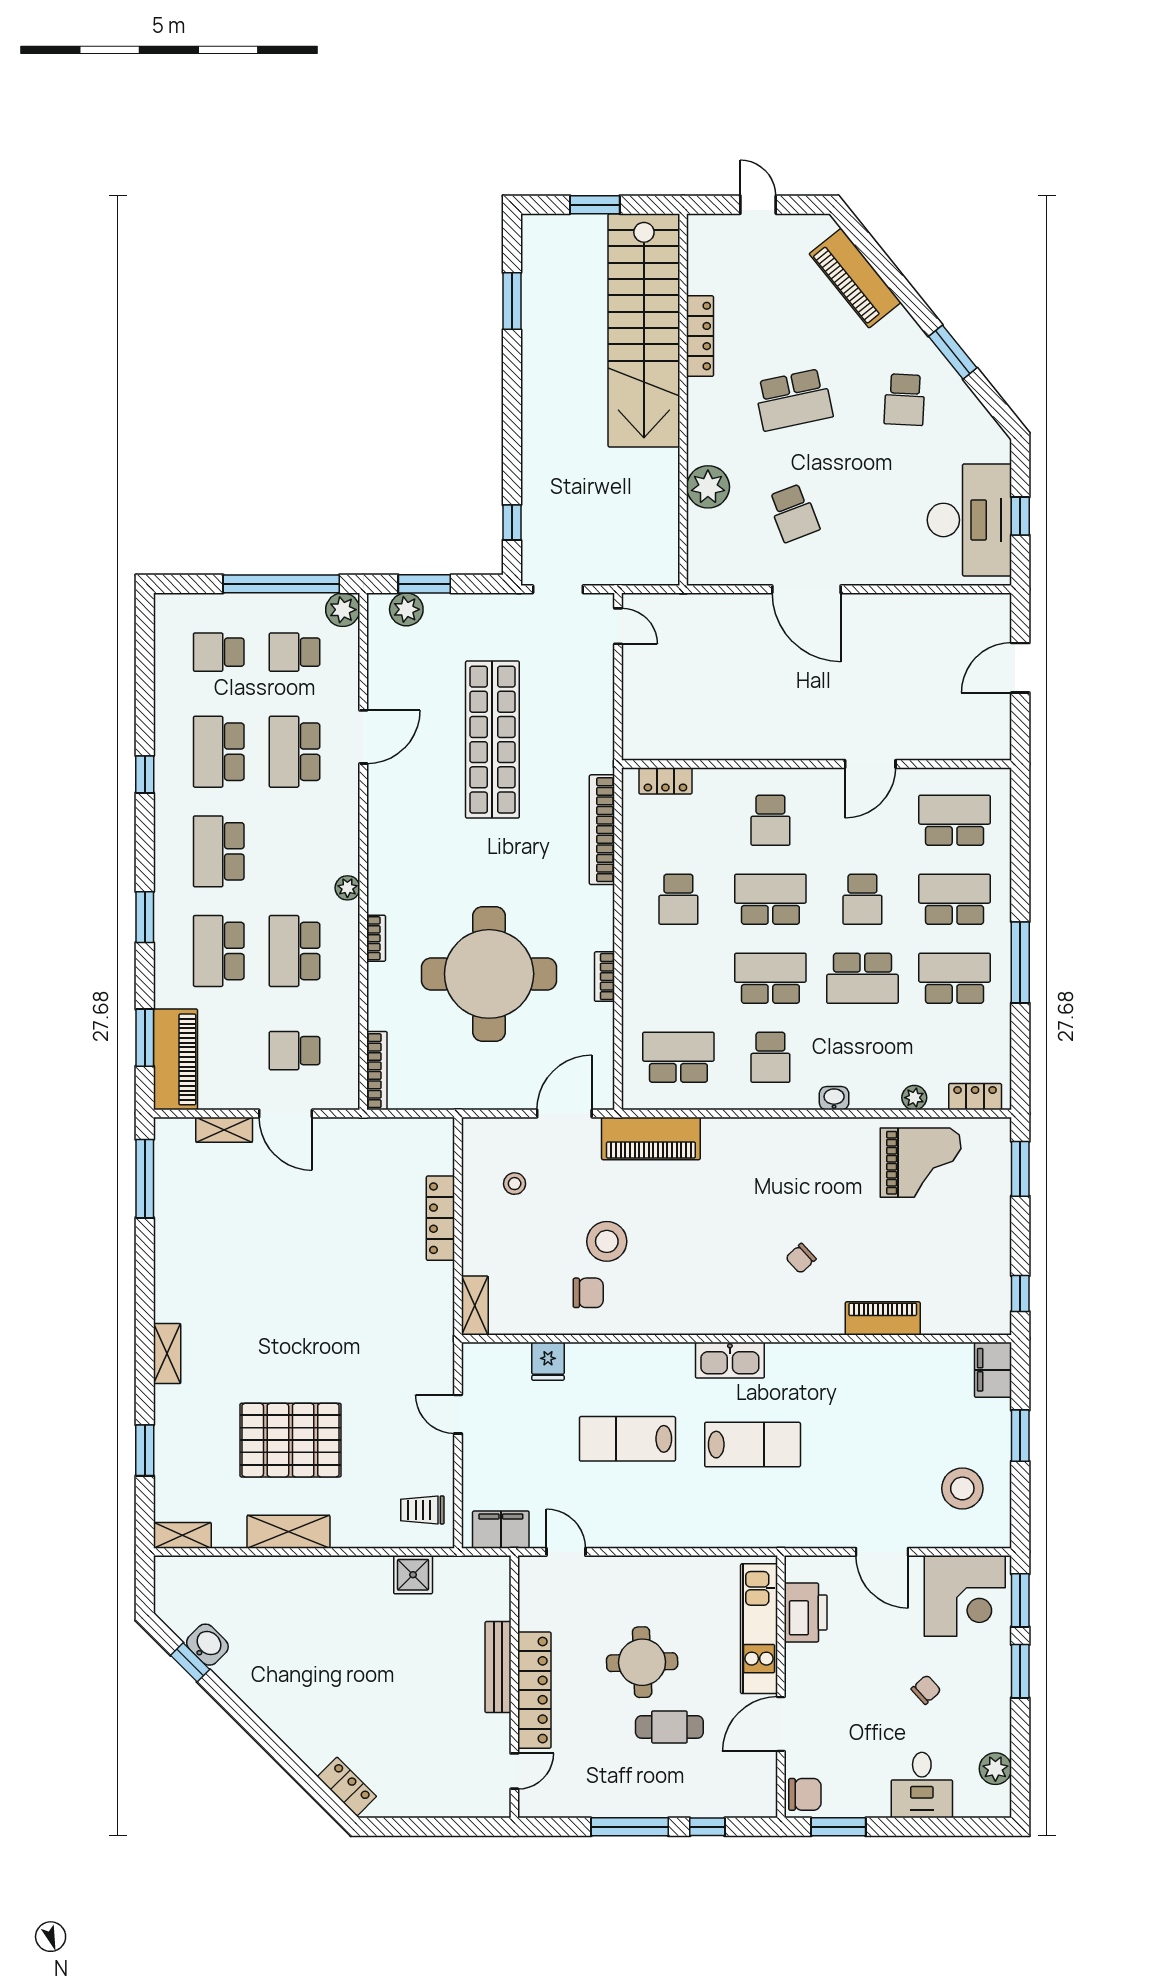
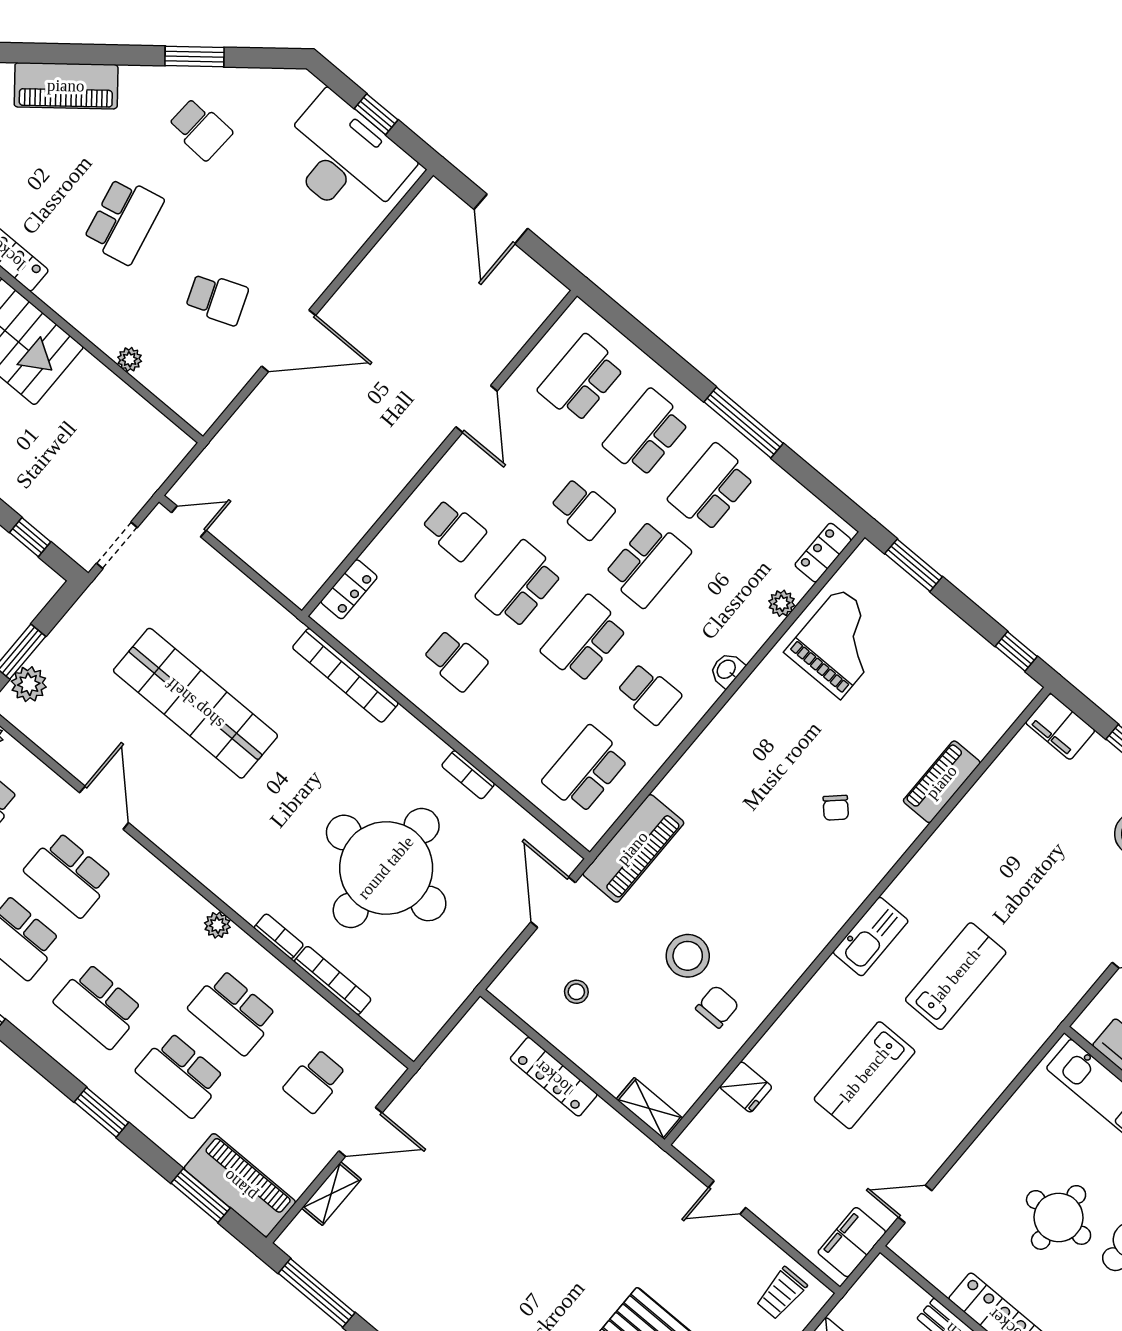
plant: (708, 487) -> (130, 359), width x0.53, depth x0.53
bookcase: (377, 1071) -> (333, 980), moved

